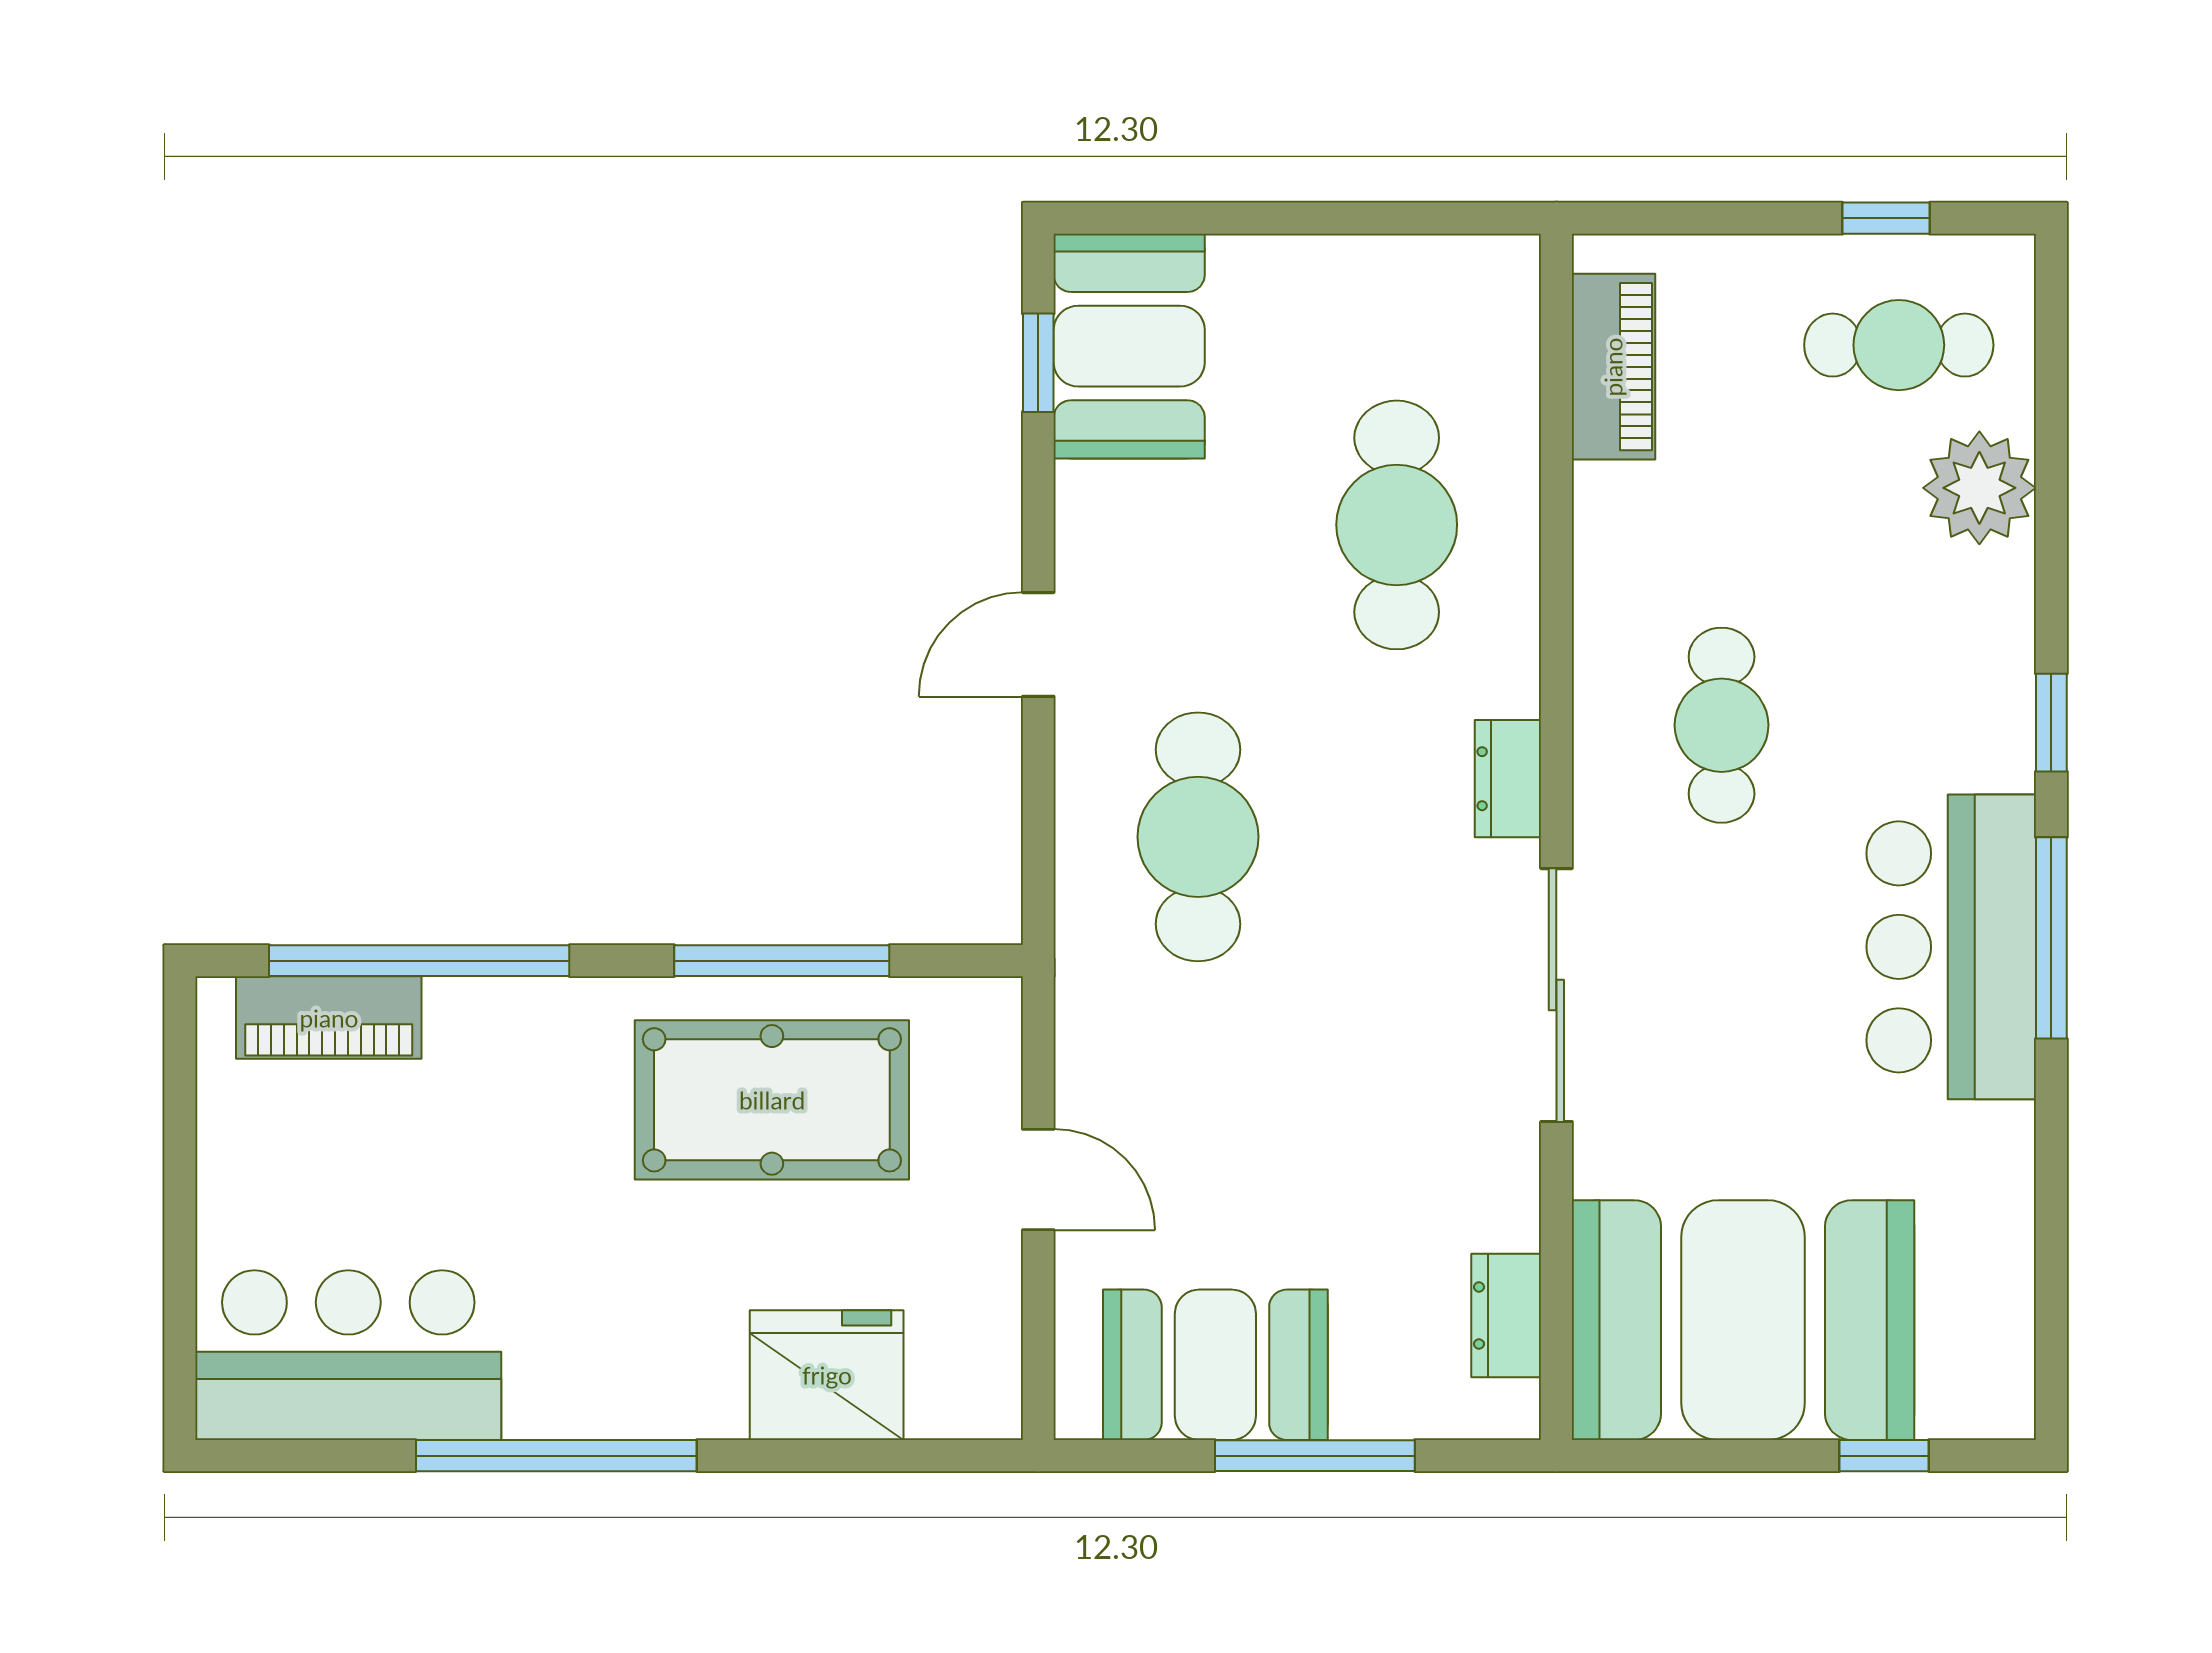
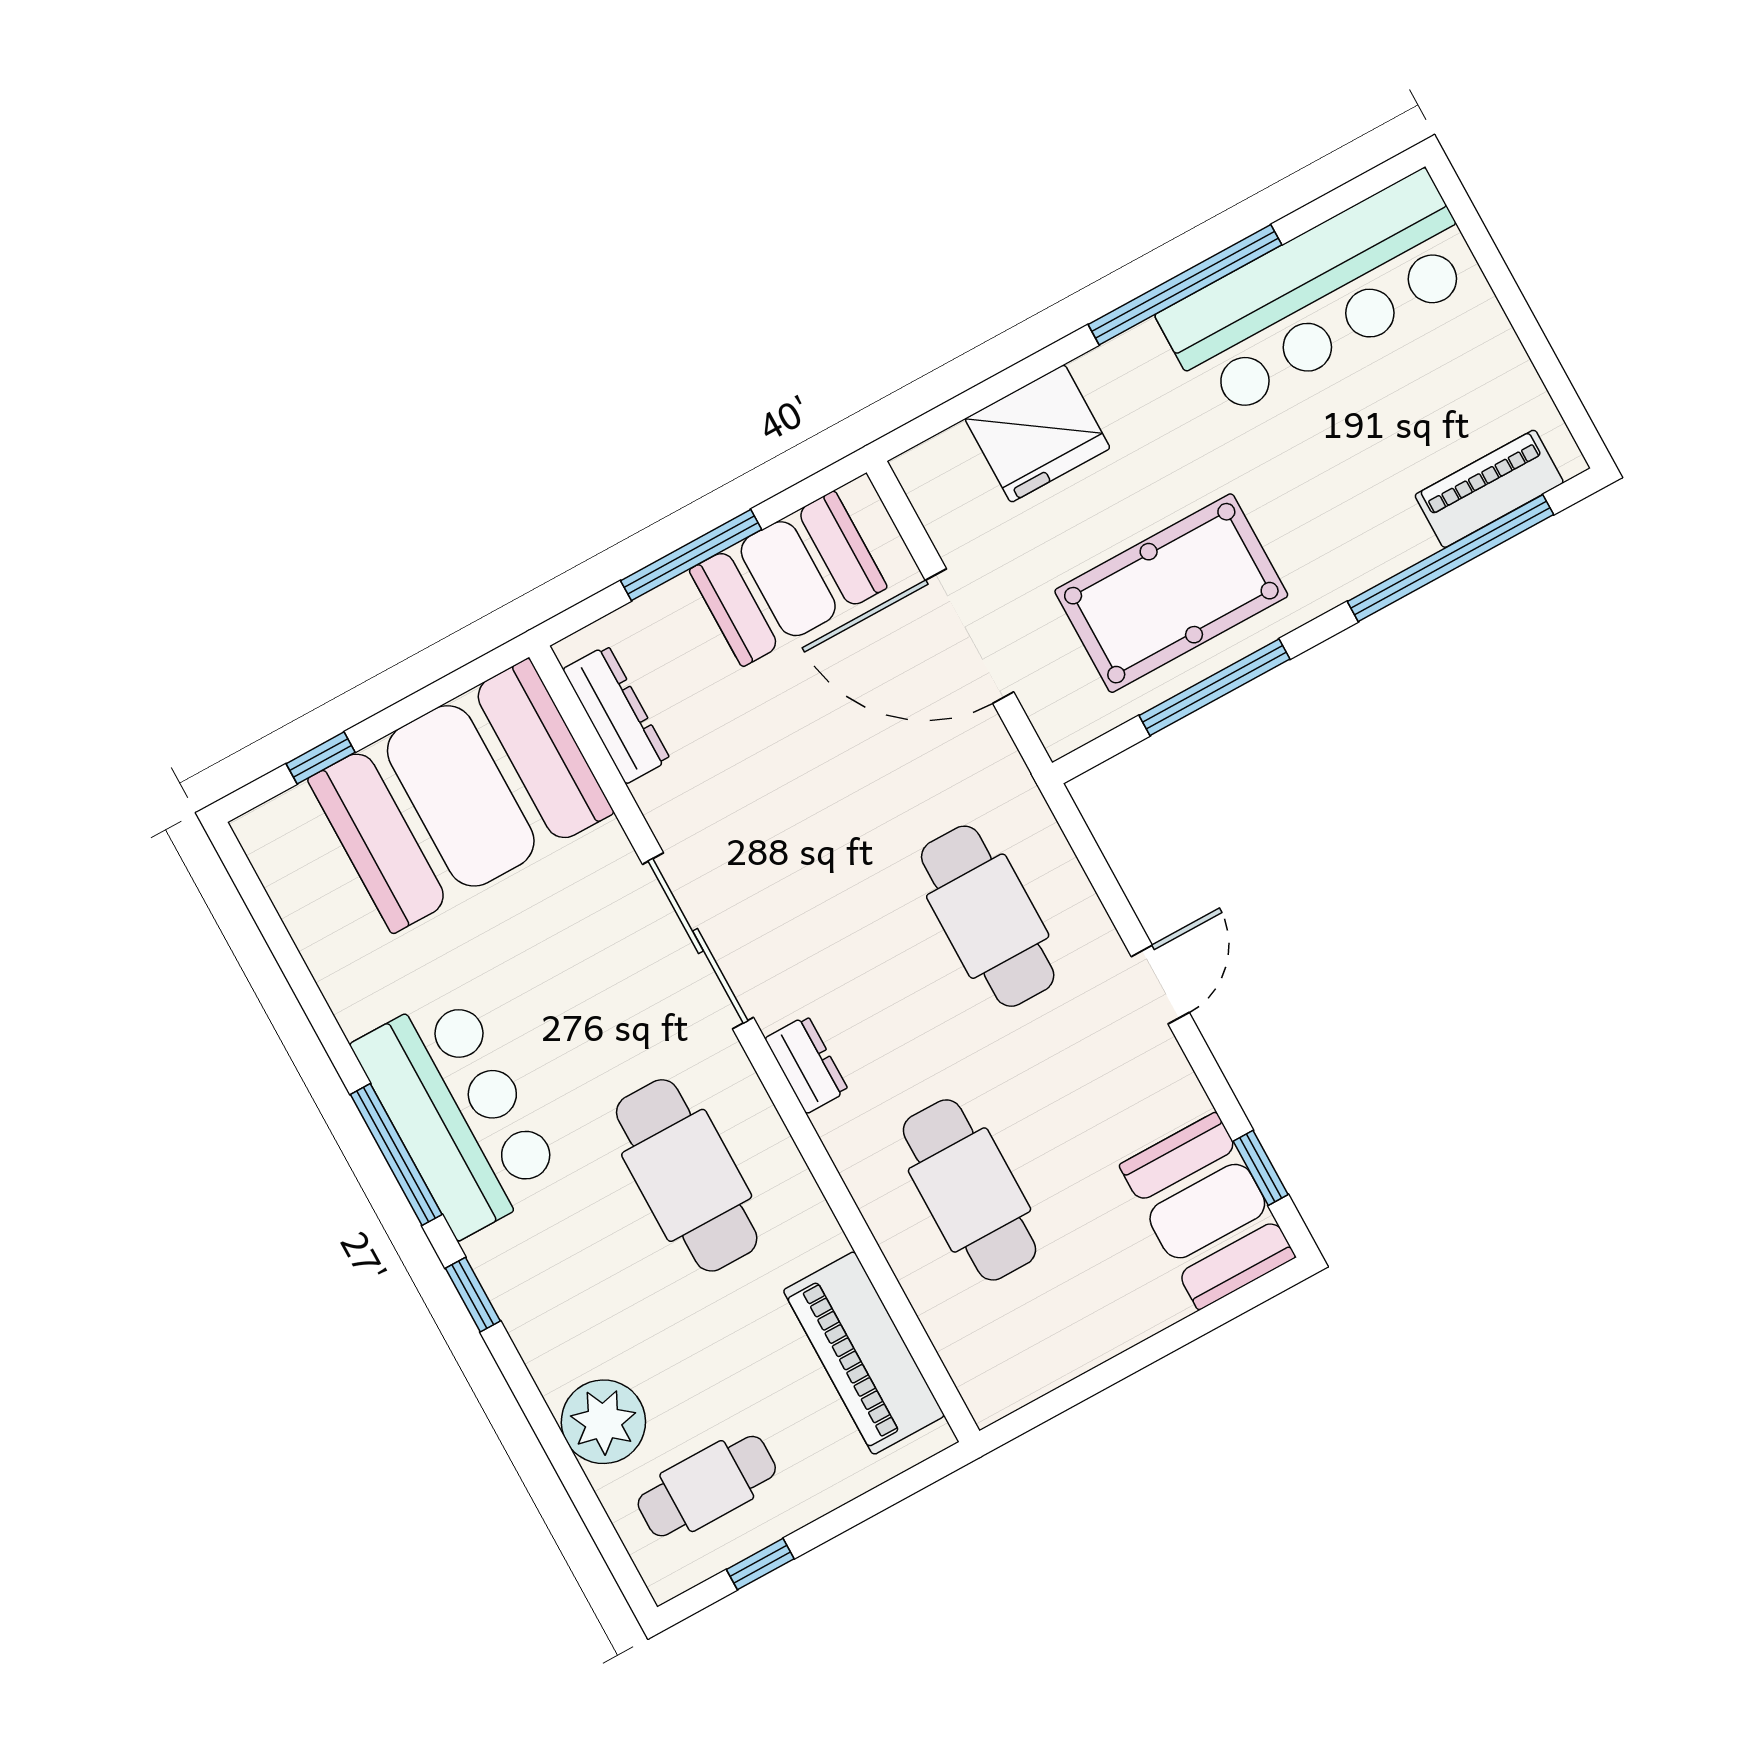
piano: (1613, 367) -> (864, 1353), width x1.37, depth x1.33
cafe table: (1722, 725) -> (687, 1175), width x1.37, depth x1.35
door: (1038, 1179) -> (970, 636), width x1.87
dresser: (1506, 1315) -> (617, 714), width x1.44
bar counter: (348, 1355) -> (1320, 296), width x1.36

